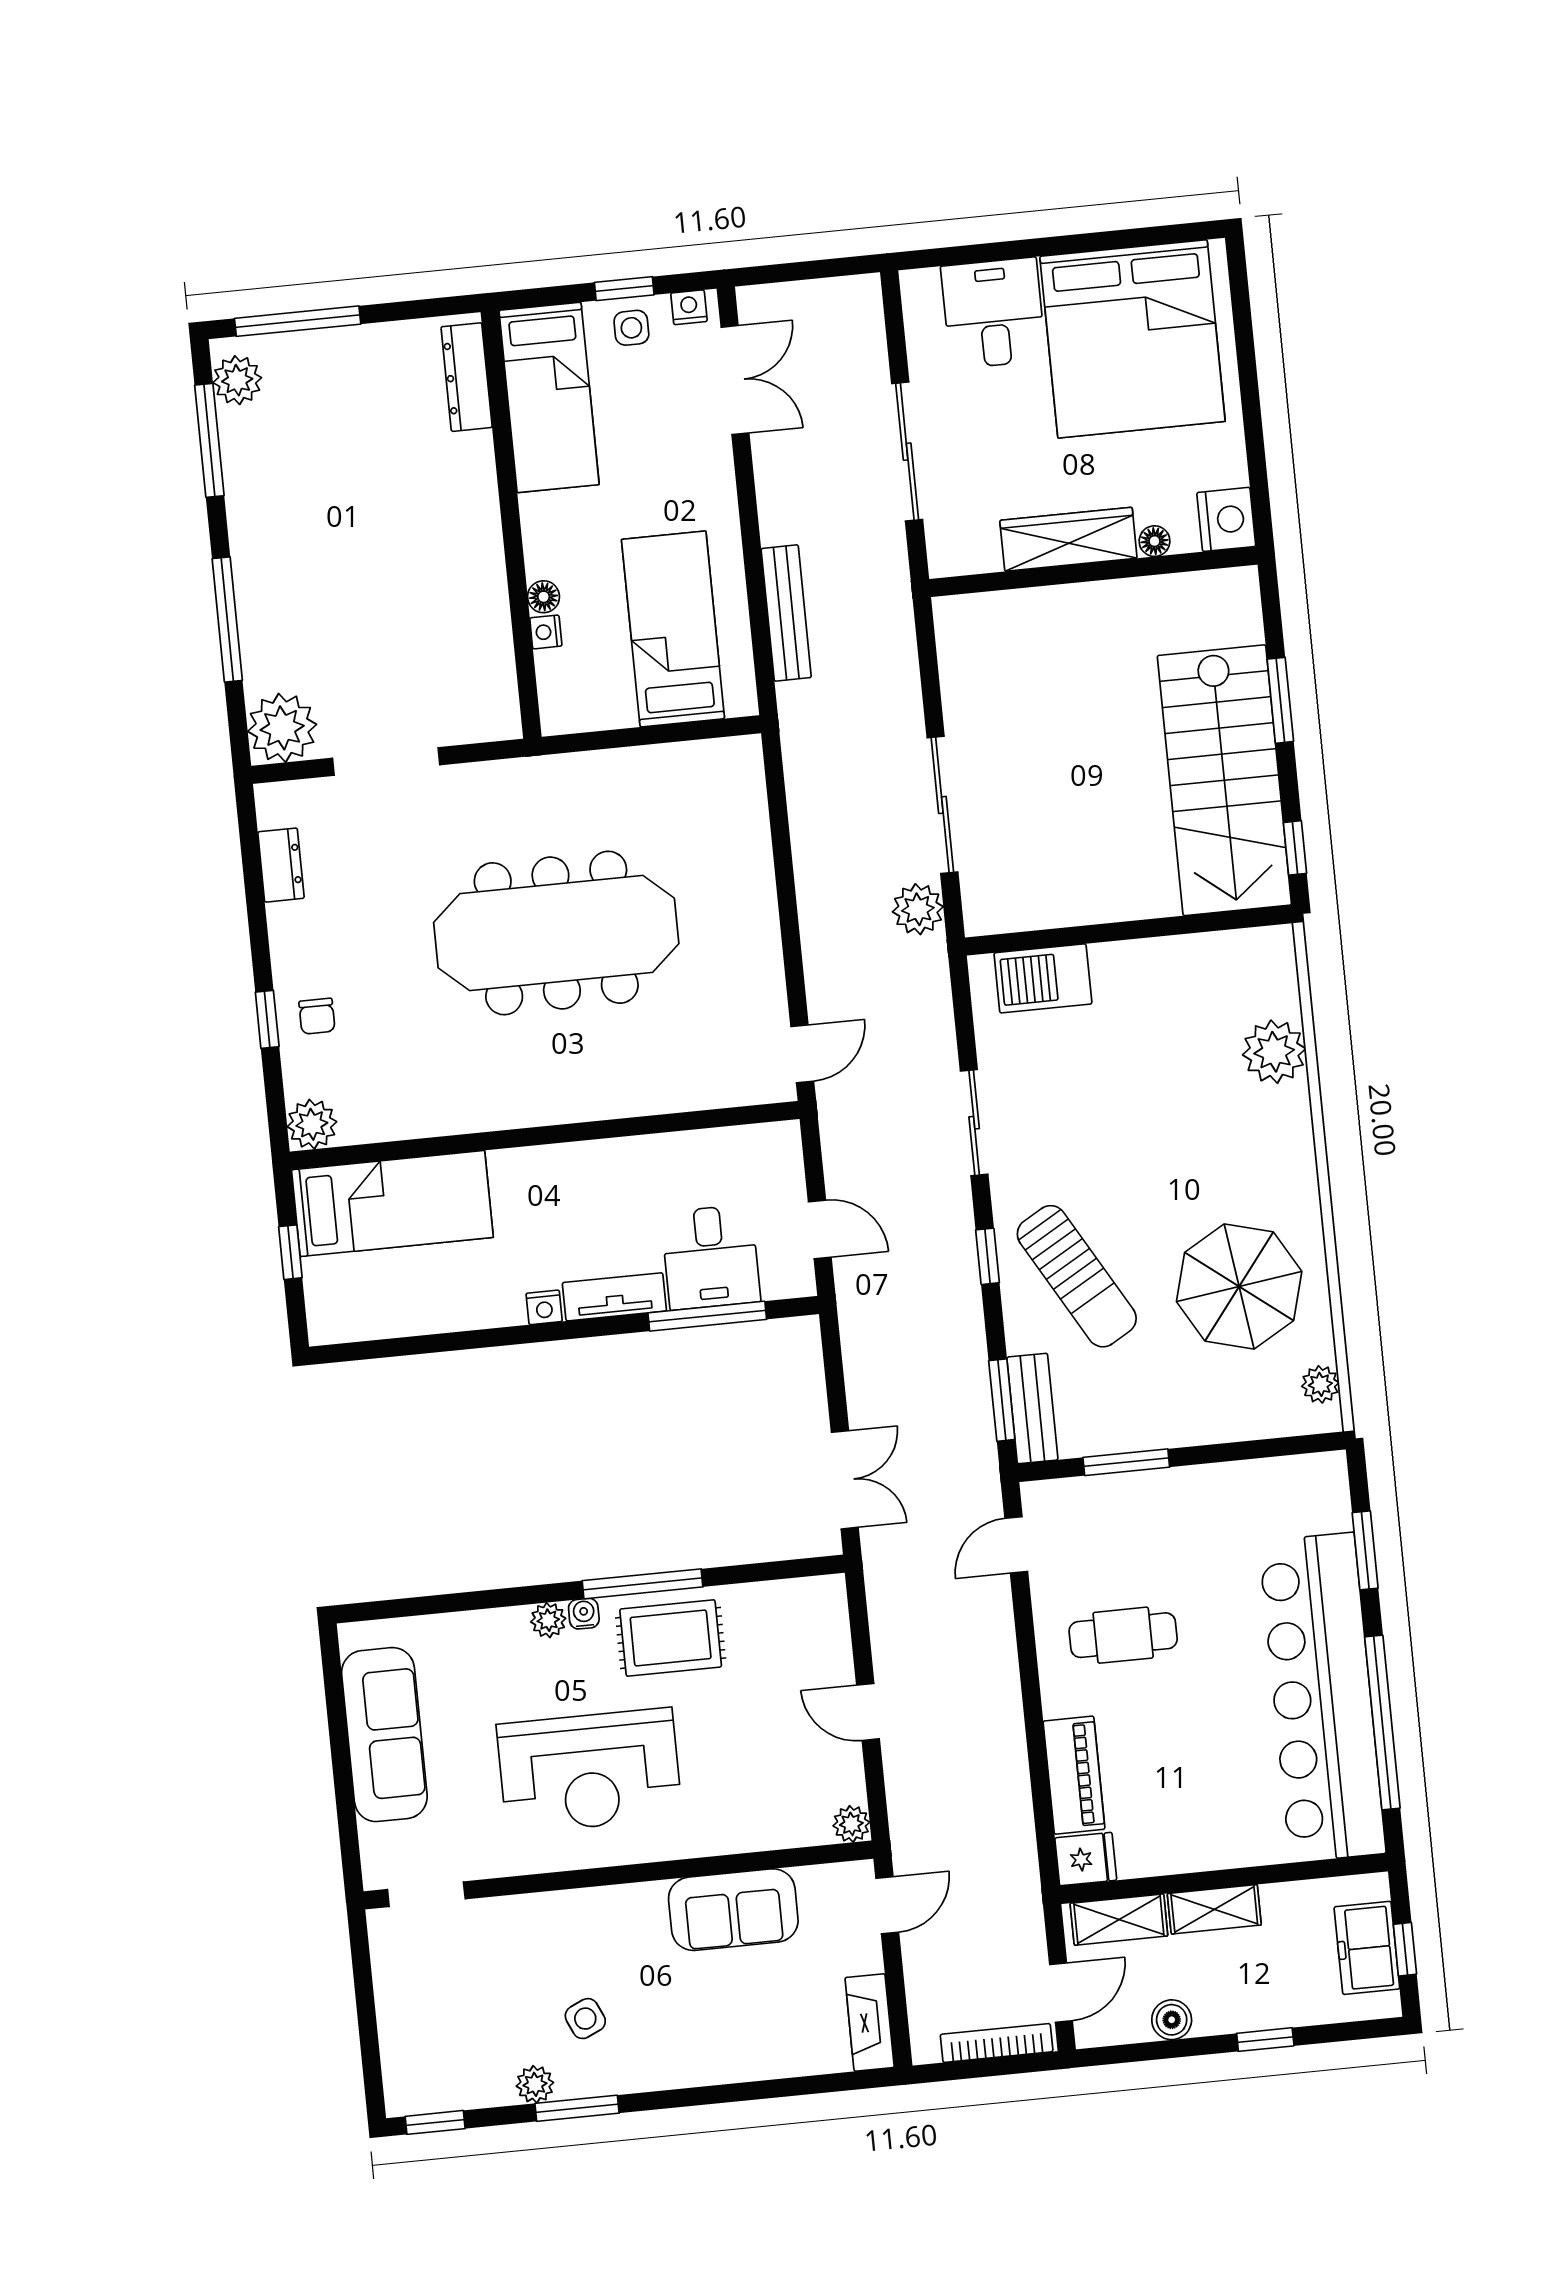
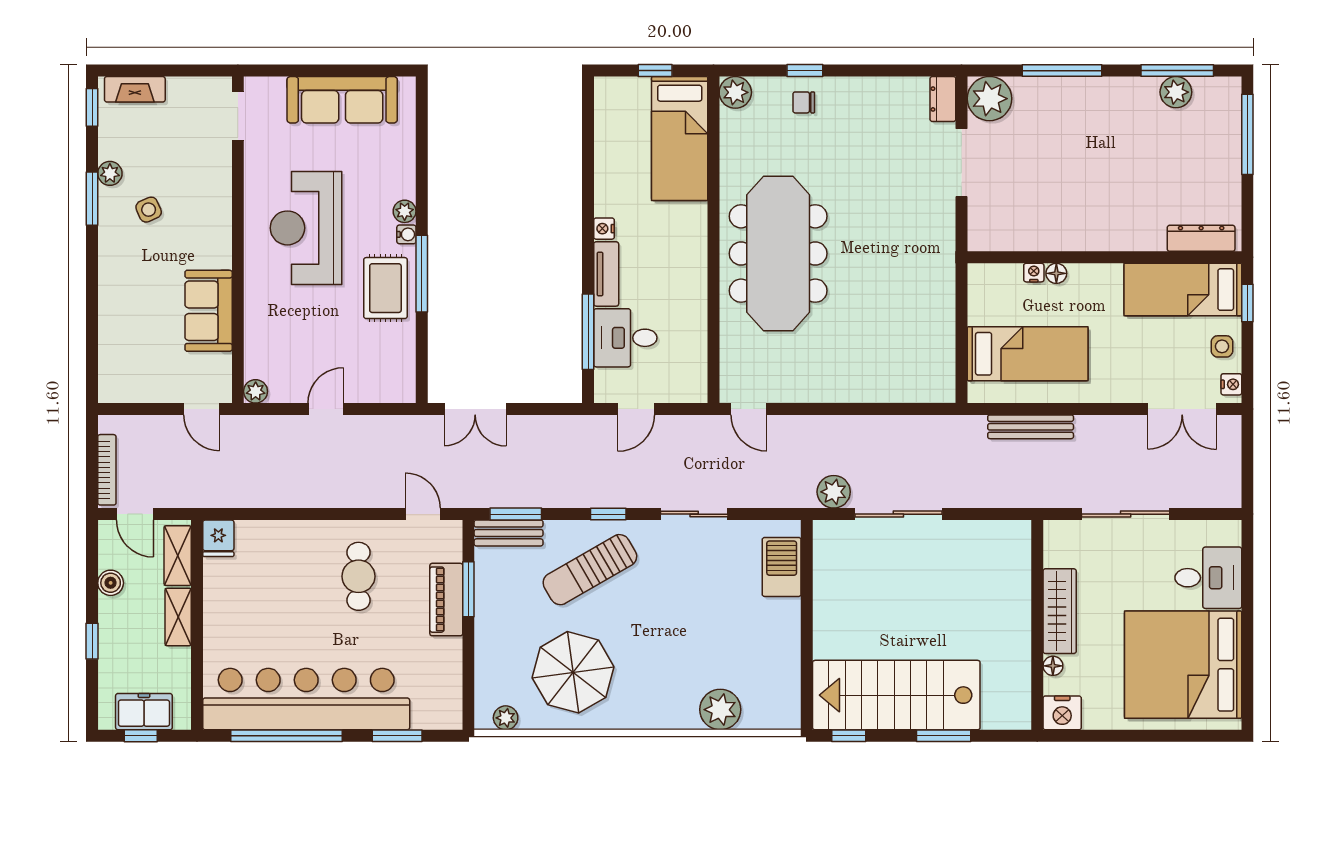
window: (624, 289) -> (1247, 303), moved
plant: (237, 380) -> (1176, 92), moved
dresser: (281, 865) -> (943, 99), moved, turned 90
meeting table: (556, 933) -> (778, 253), moved
piano: (1074, 1775) -> (446, 600), moved, turned 90
fireplace: (870, 2023) -> (135, 89), moved, turned 180

